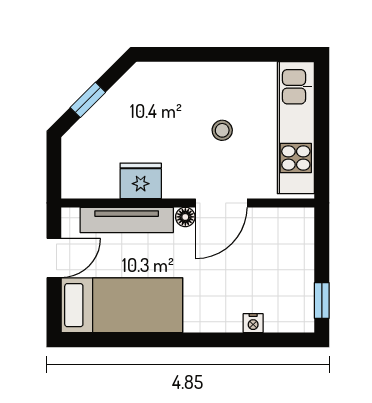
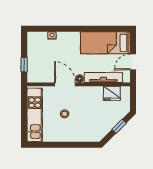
fridge: (141, 181) -> (112, 93), moved
door: (221, 203) -> (65, 84), hinge flipped
window: (322, 300) -> (24, 65), moved

